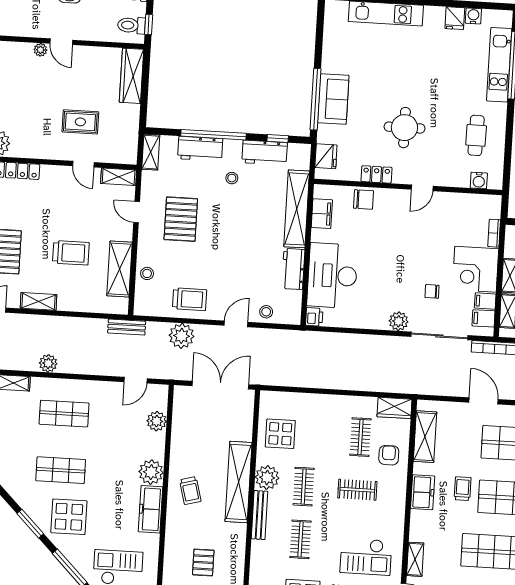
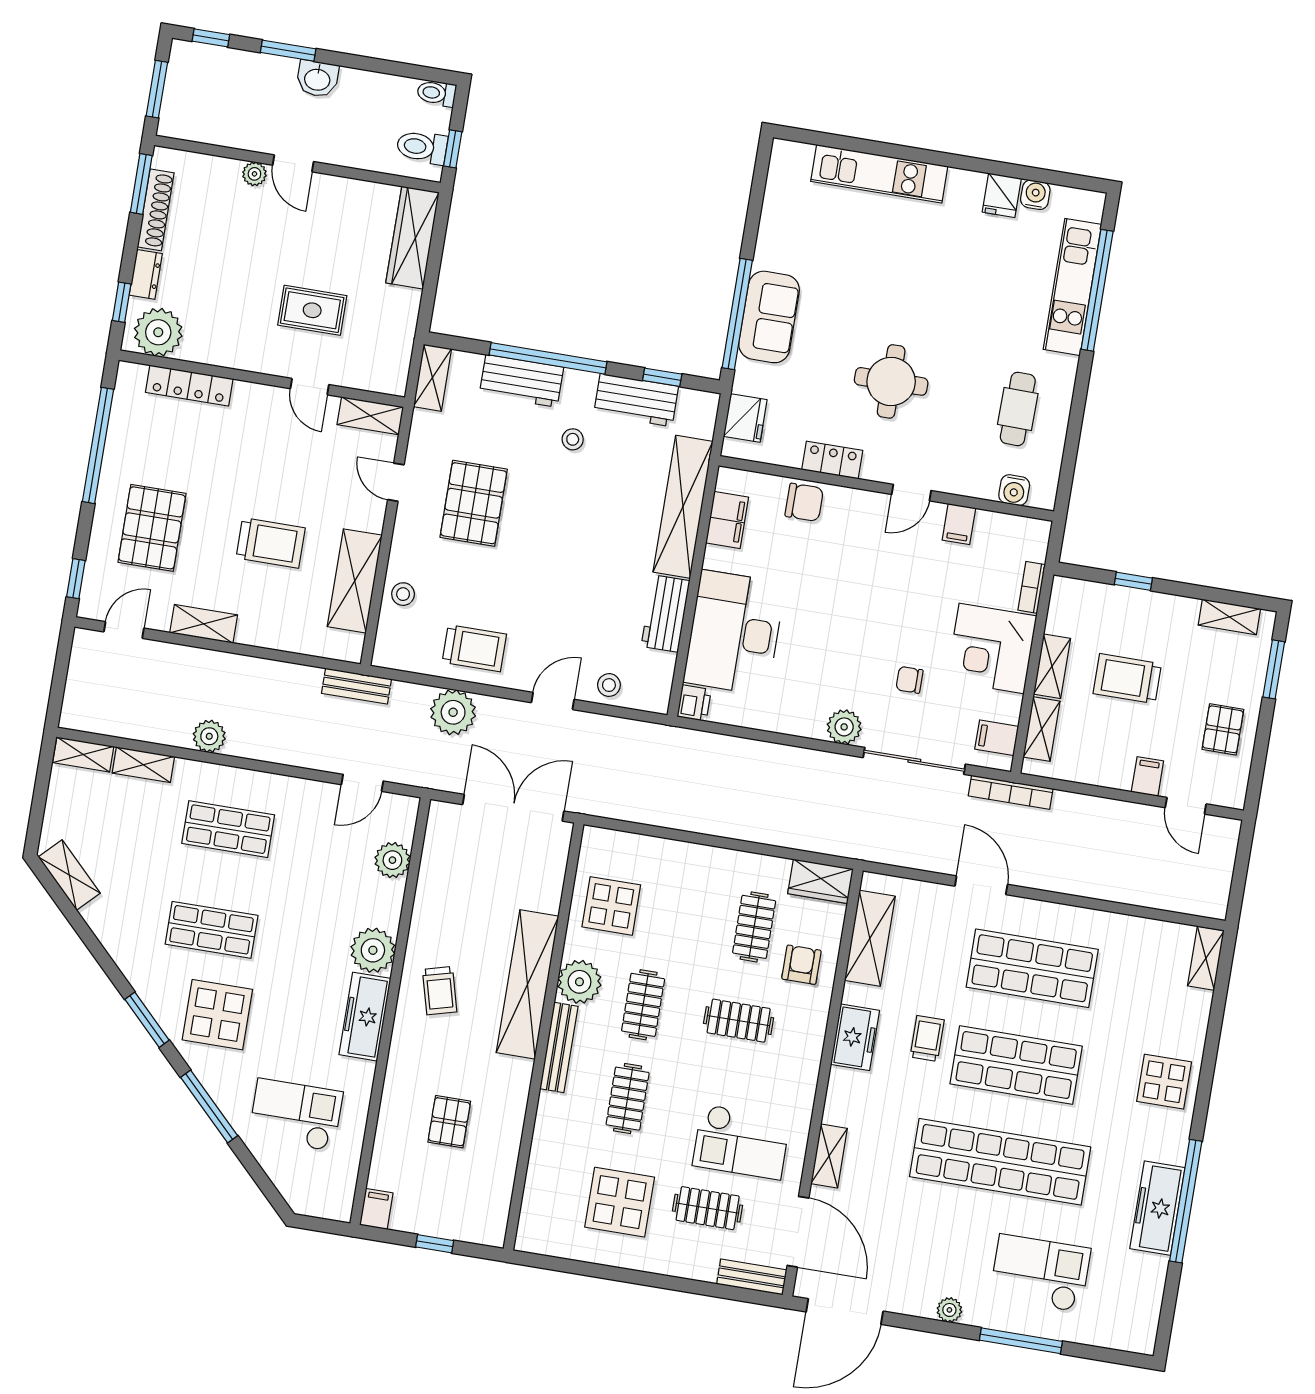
filing cabinet: (485, 301) -> (959, 524), moved, turned -90

